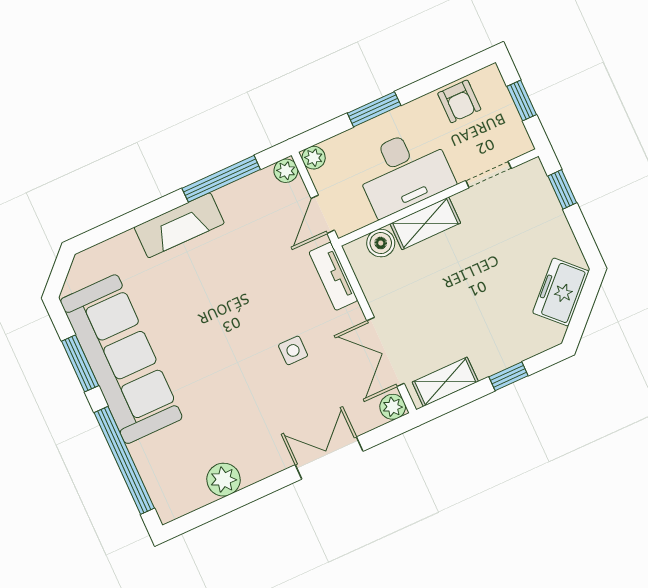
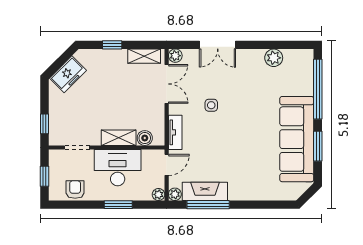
fireplace: (179, 225) -> (205, 191), moved

